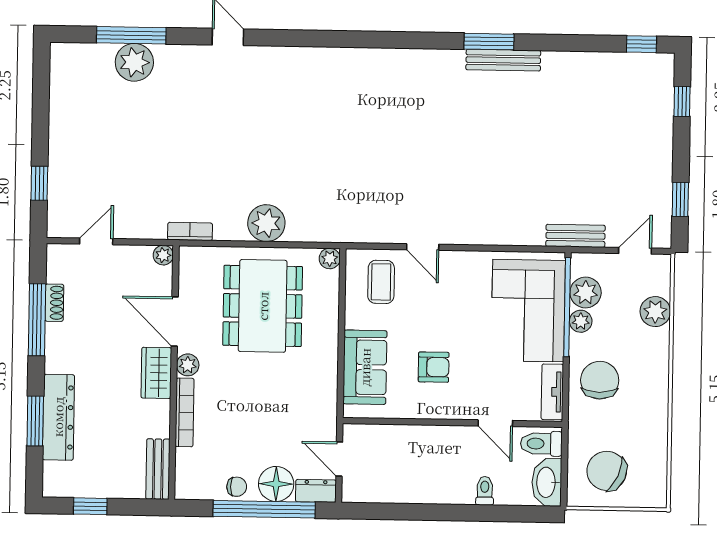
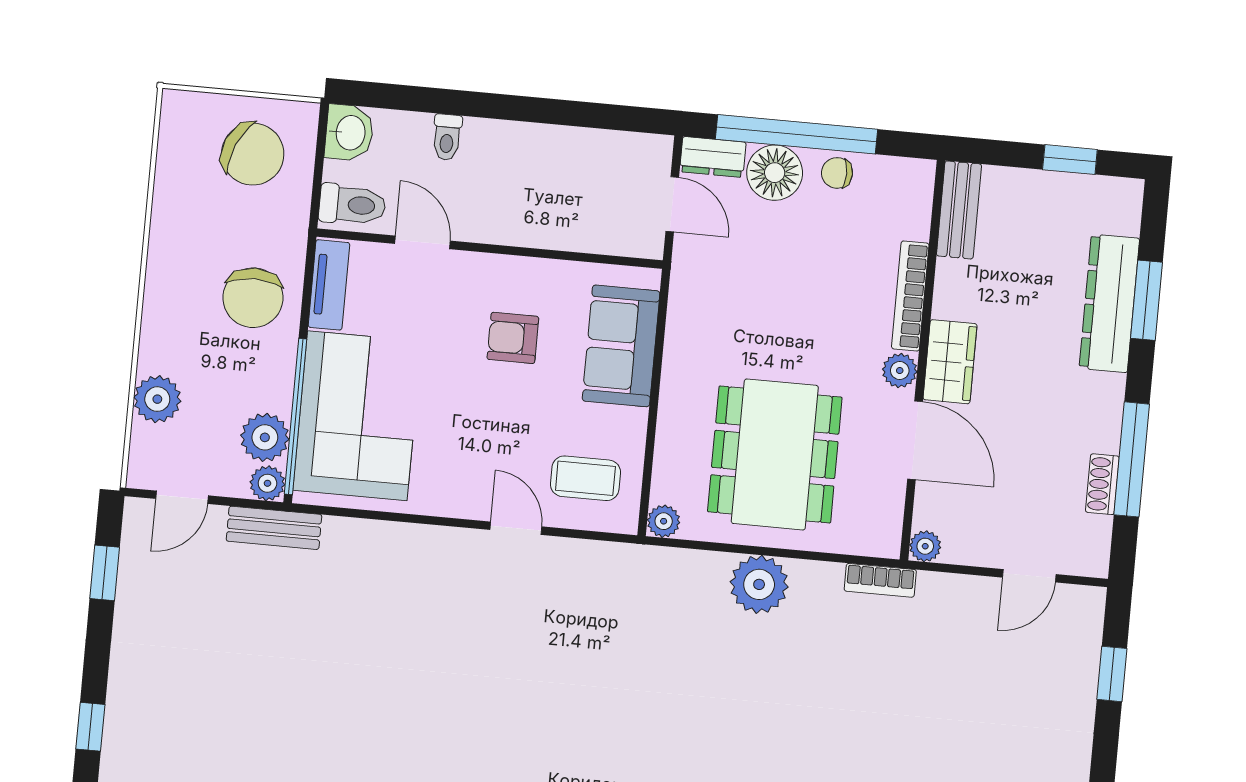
coffee table: (381, 282) -> (585, 478), turned 90
plant: (581, 321) -> (267, 483), moved
washbasin: (547, 482) -> (349, 133), width x0.72

